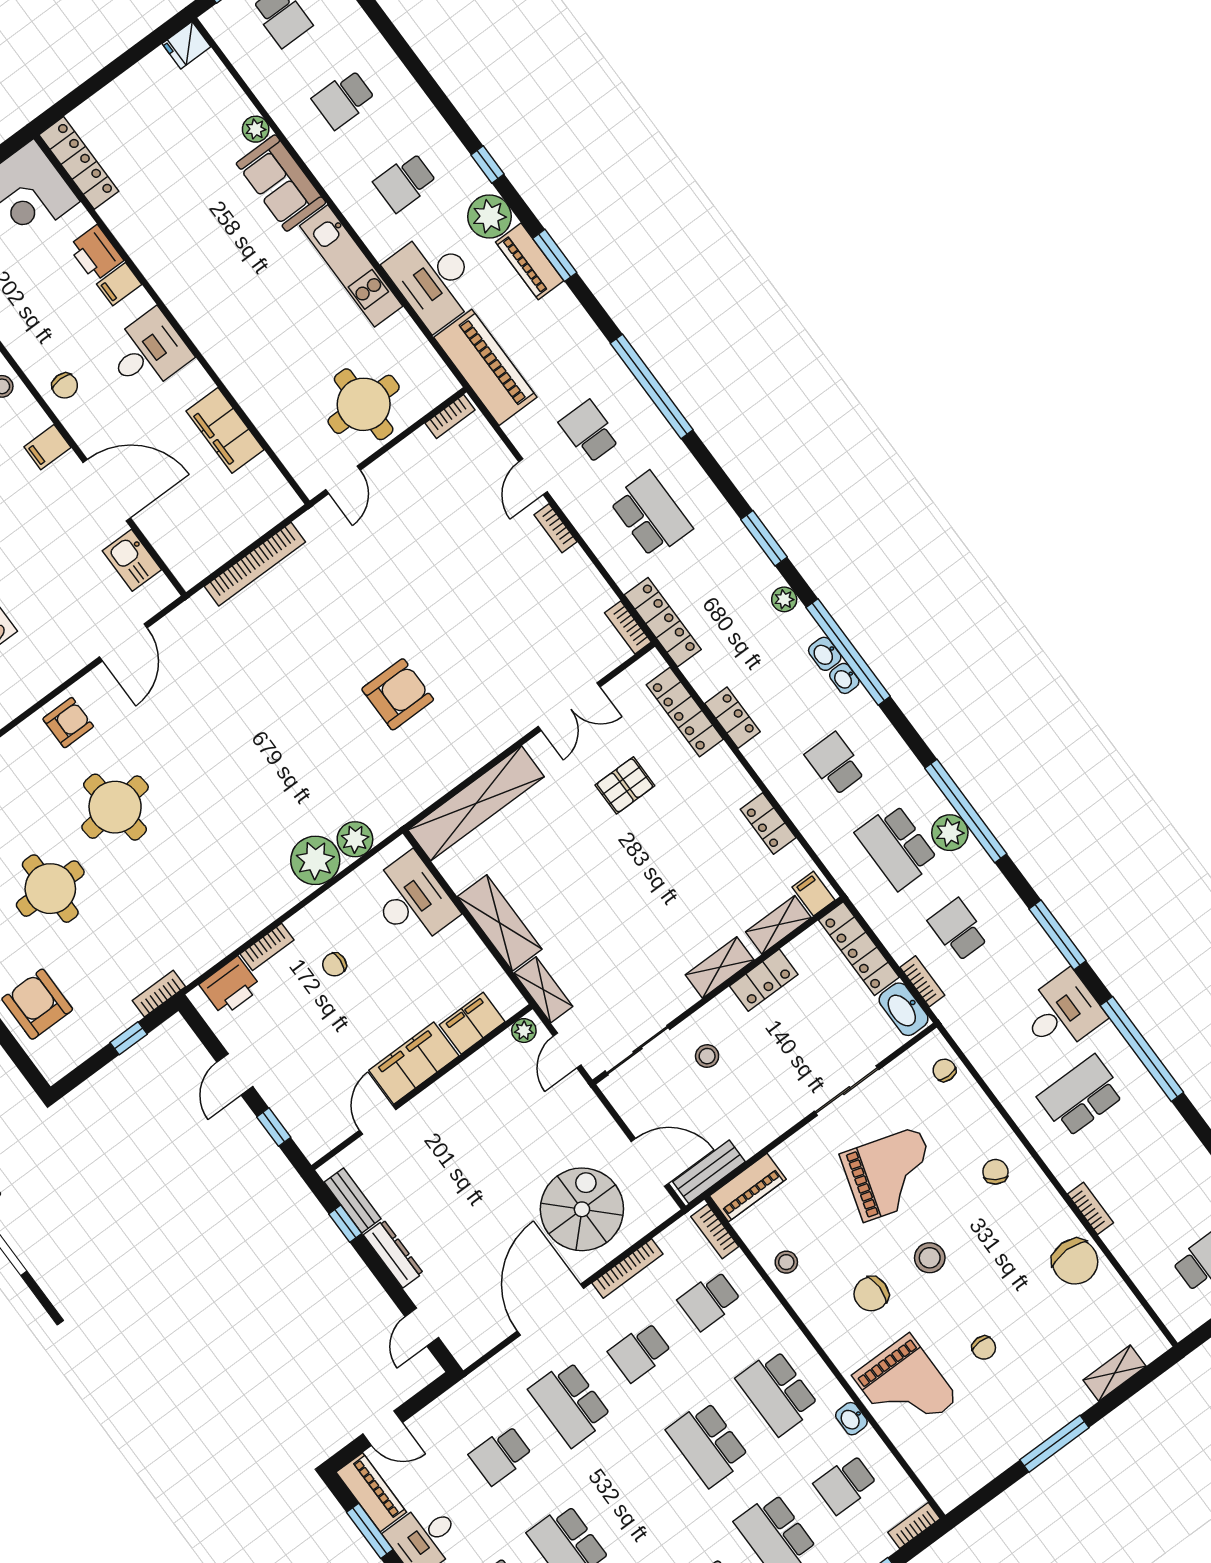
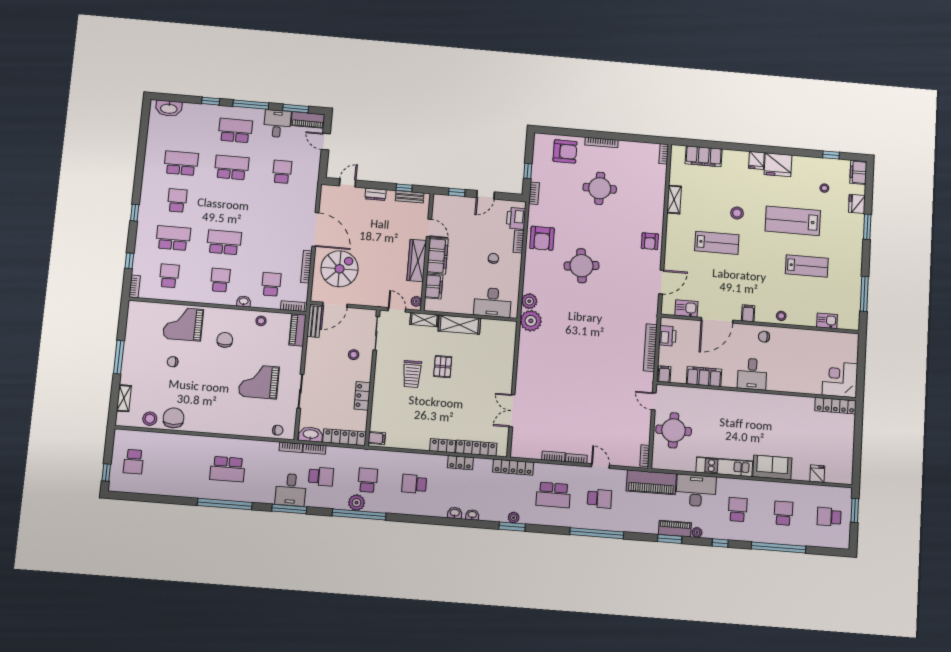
fridge: (186, 45) -> (817, 474), moved
plant: (256, 129) -> (798, 475), removed
plant: (489, 216) -> (697, 532), width x0.53, depth x0.53
printer: (96, 253) -> (667, 336), moved, turned 90
filing cabinet: (119, 284) -> (664, 374), moved
plant: (784, 599) -> (514, 518), moved
bookcase: (628, 627) -> (553, 456), moved
door: (123, 642) -> (661, 282), swing flipped
window: (848, 652) -> (778, 548), moved
washbasin: (844, 678) -> (472, 515), moved
armchair: (398, 694) -> (542, 238), moved
school desk: (835, 764) -> (414, 484), turned 180
pallet: (625, 785) -> (443, 367), moved
shelving: (476, 803) -> (506, 352), removed
round table: (115, 807) -> (582, 266), moved
locker: (768, 824) -> (443, 446), moved
school desk: (897, 847) -> (368, 480), width x0.54
plant: (315, 860) -> (531, 321), moved
shelving: (778, 925) -> (377, 417), removed
trolley: (654, 929) -> (412, 374), added
shelving: (720, 967) -> (380, 385), removed
desk: (1062, 1013) -> (291, 490), moved
door: (235, 1074) -> (486, 195), swing flipped
wardrobe: (453, 1091) -> (417, 260), added
school desk: (1081, 1096) -> (228, 469), turned 90
chair: (995, 1172) -> (228, 417), removed
grand piano: (891, 1174) -> (259, 382), turned 73
bookcase: (1091, 1208) -> (291, 447), moved
spiral stairs: (582, 1209) -> (339, 269), turned -90
dresser: (393, 1254) -> (376, 194), width x0.70
stool: (930, 1258) -> (150, 419), moved
chair: (1075, 1262) -> (174, 418), turned 90
door: (422, 1327) -> (348, 183), hinge flipped
school desk: (640, 1352) -> (275, 247), removed
school desk: (777, 1392) -> (220, 280), width x0.54
school desk: (570, 1404) -> (278, 209), removed
washbasin: (851, 1419) -> (244, 301), moved
door: (383, 1428) -> (326, 142), hinge flipped

